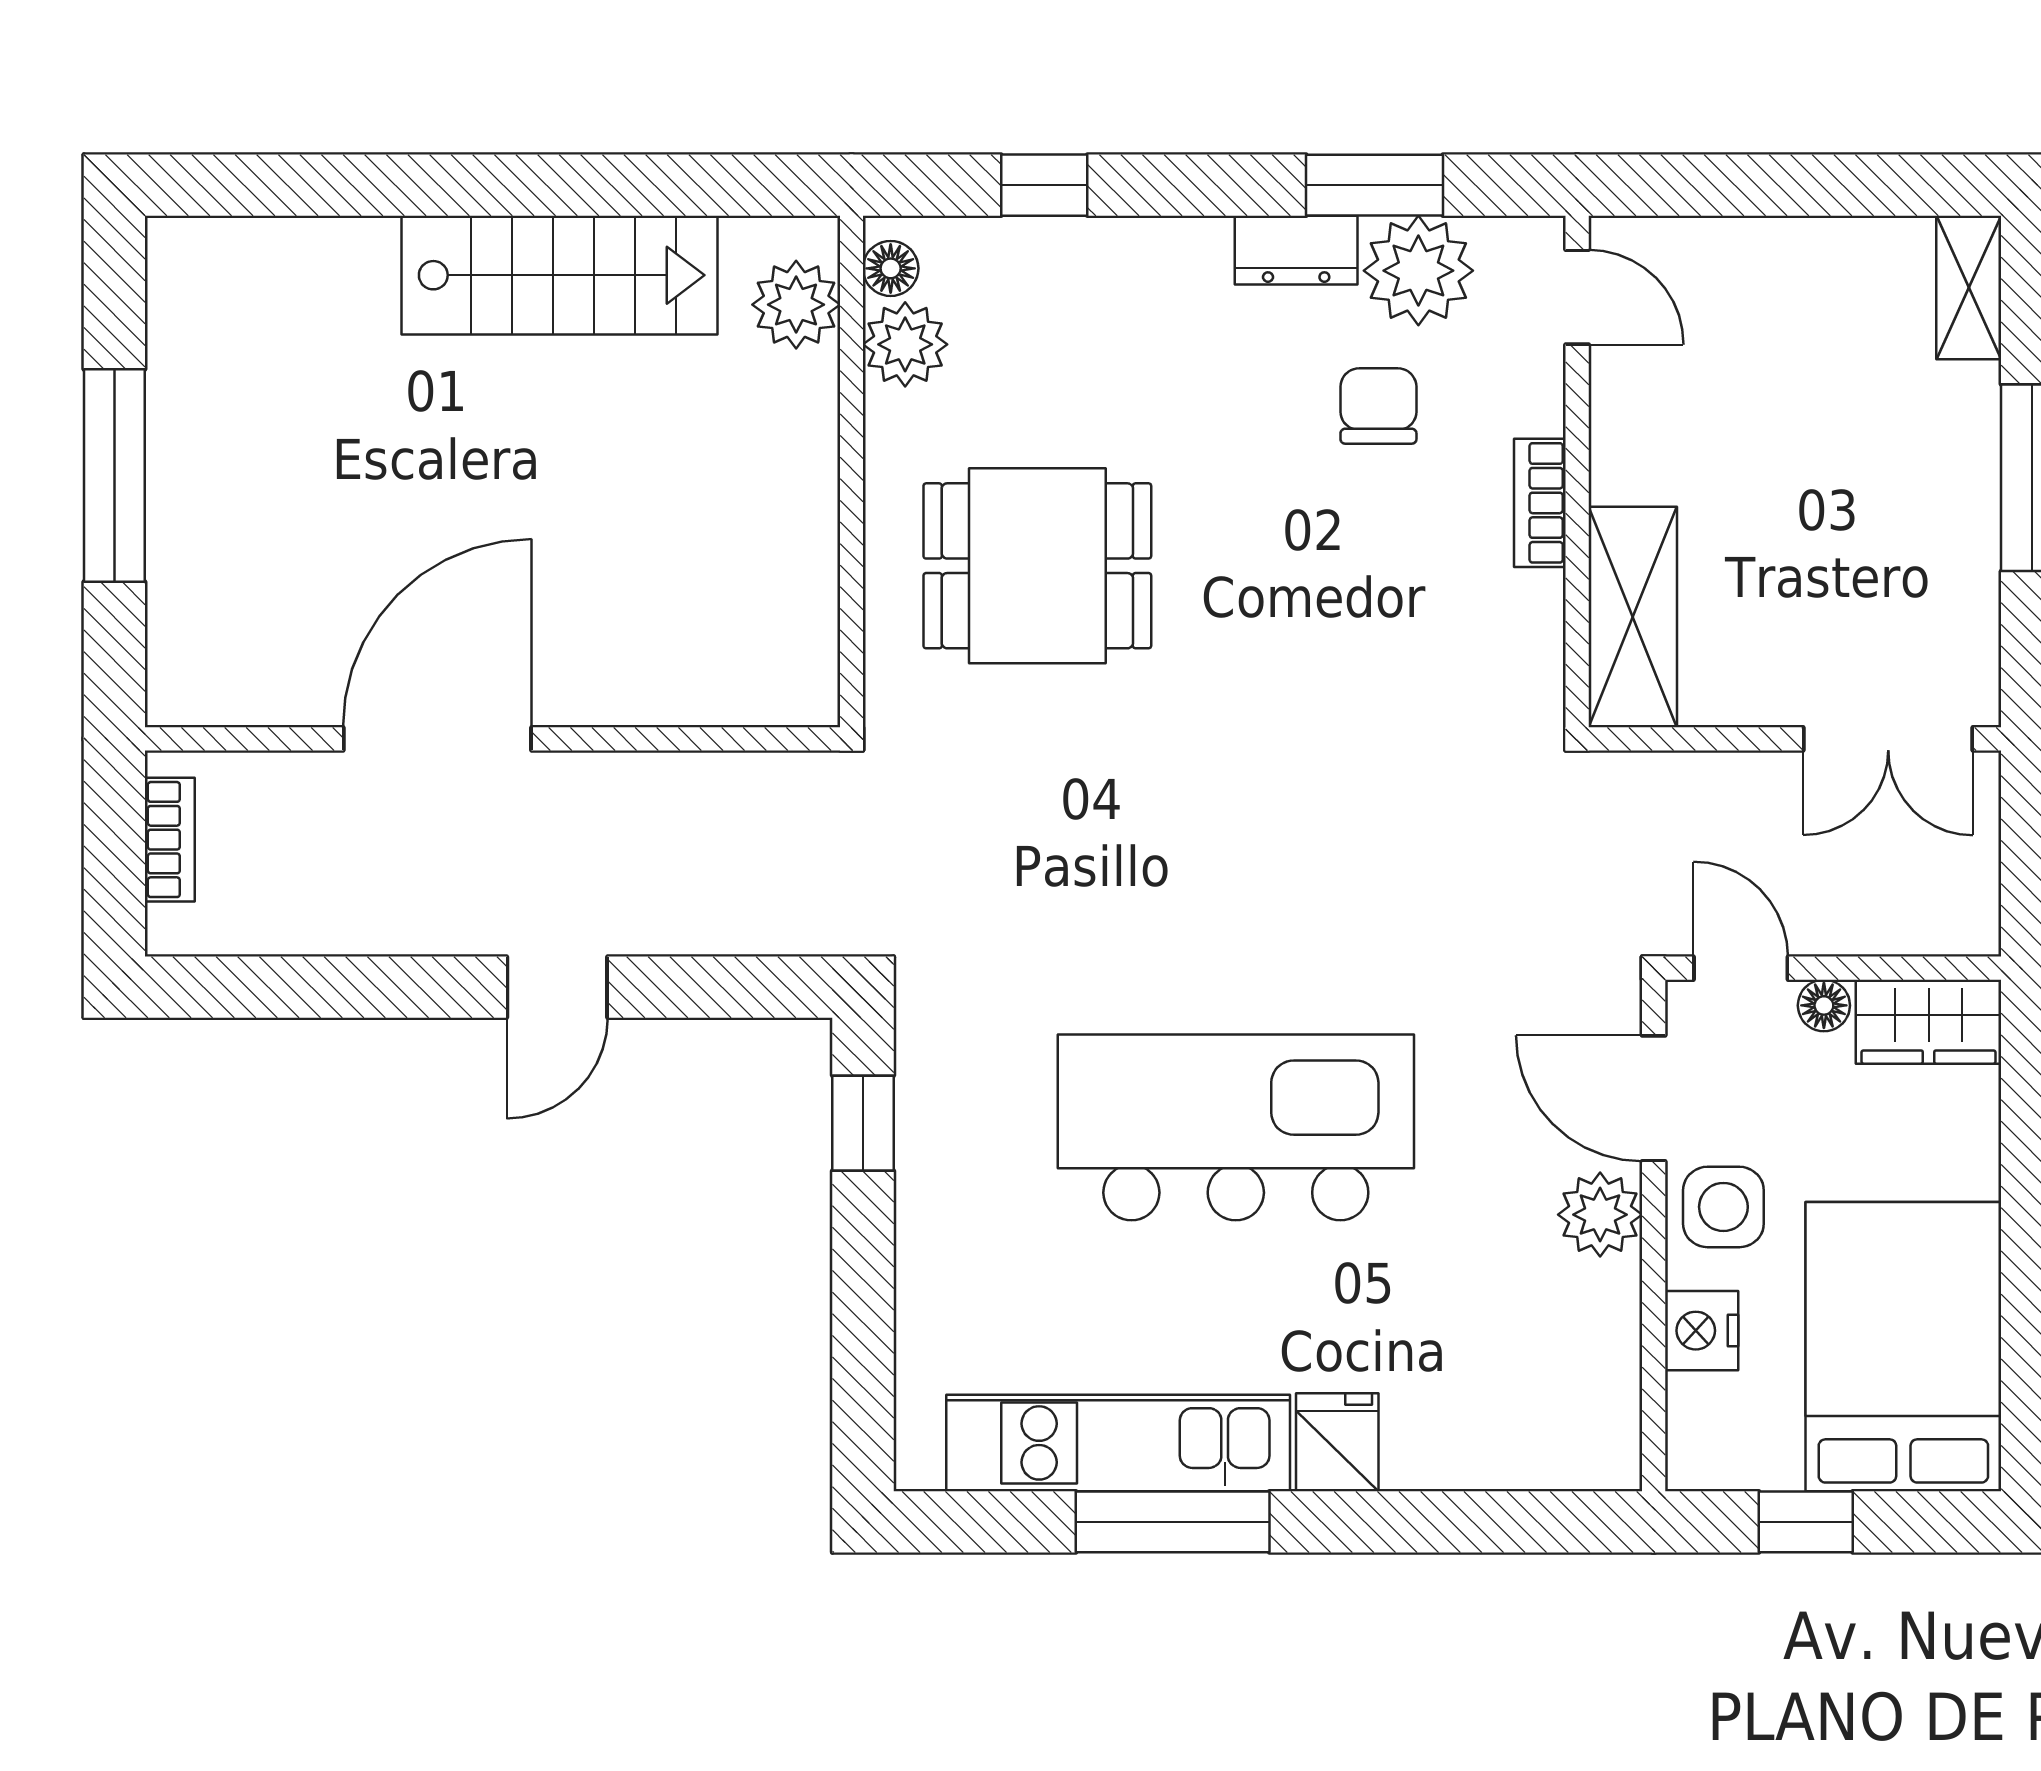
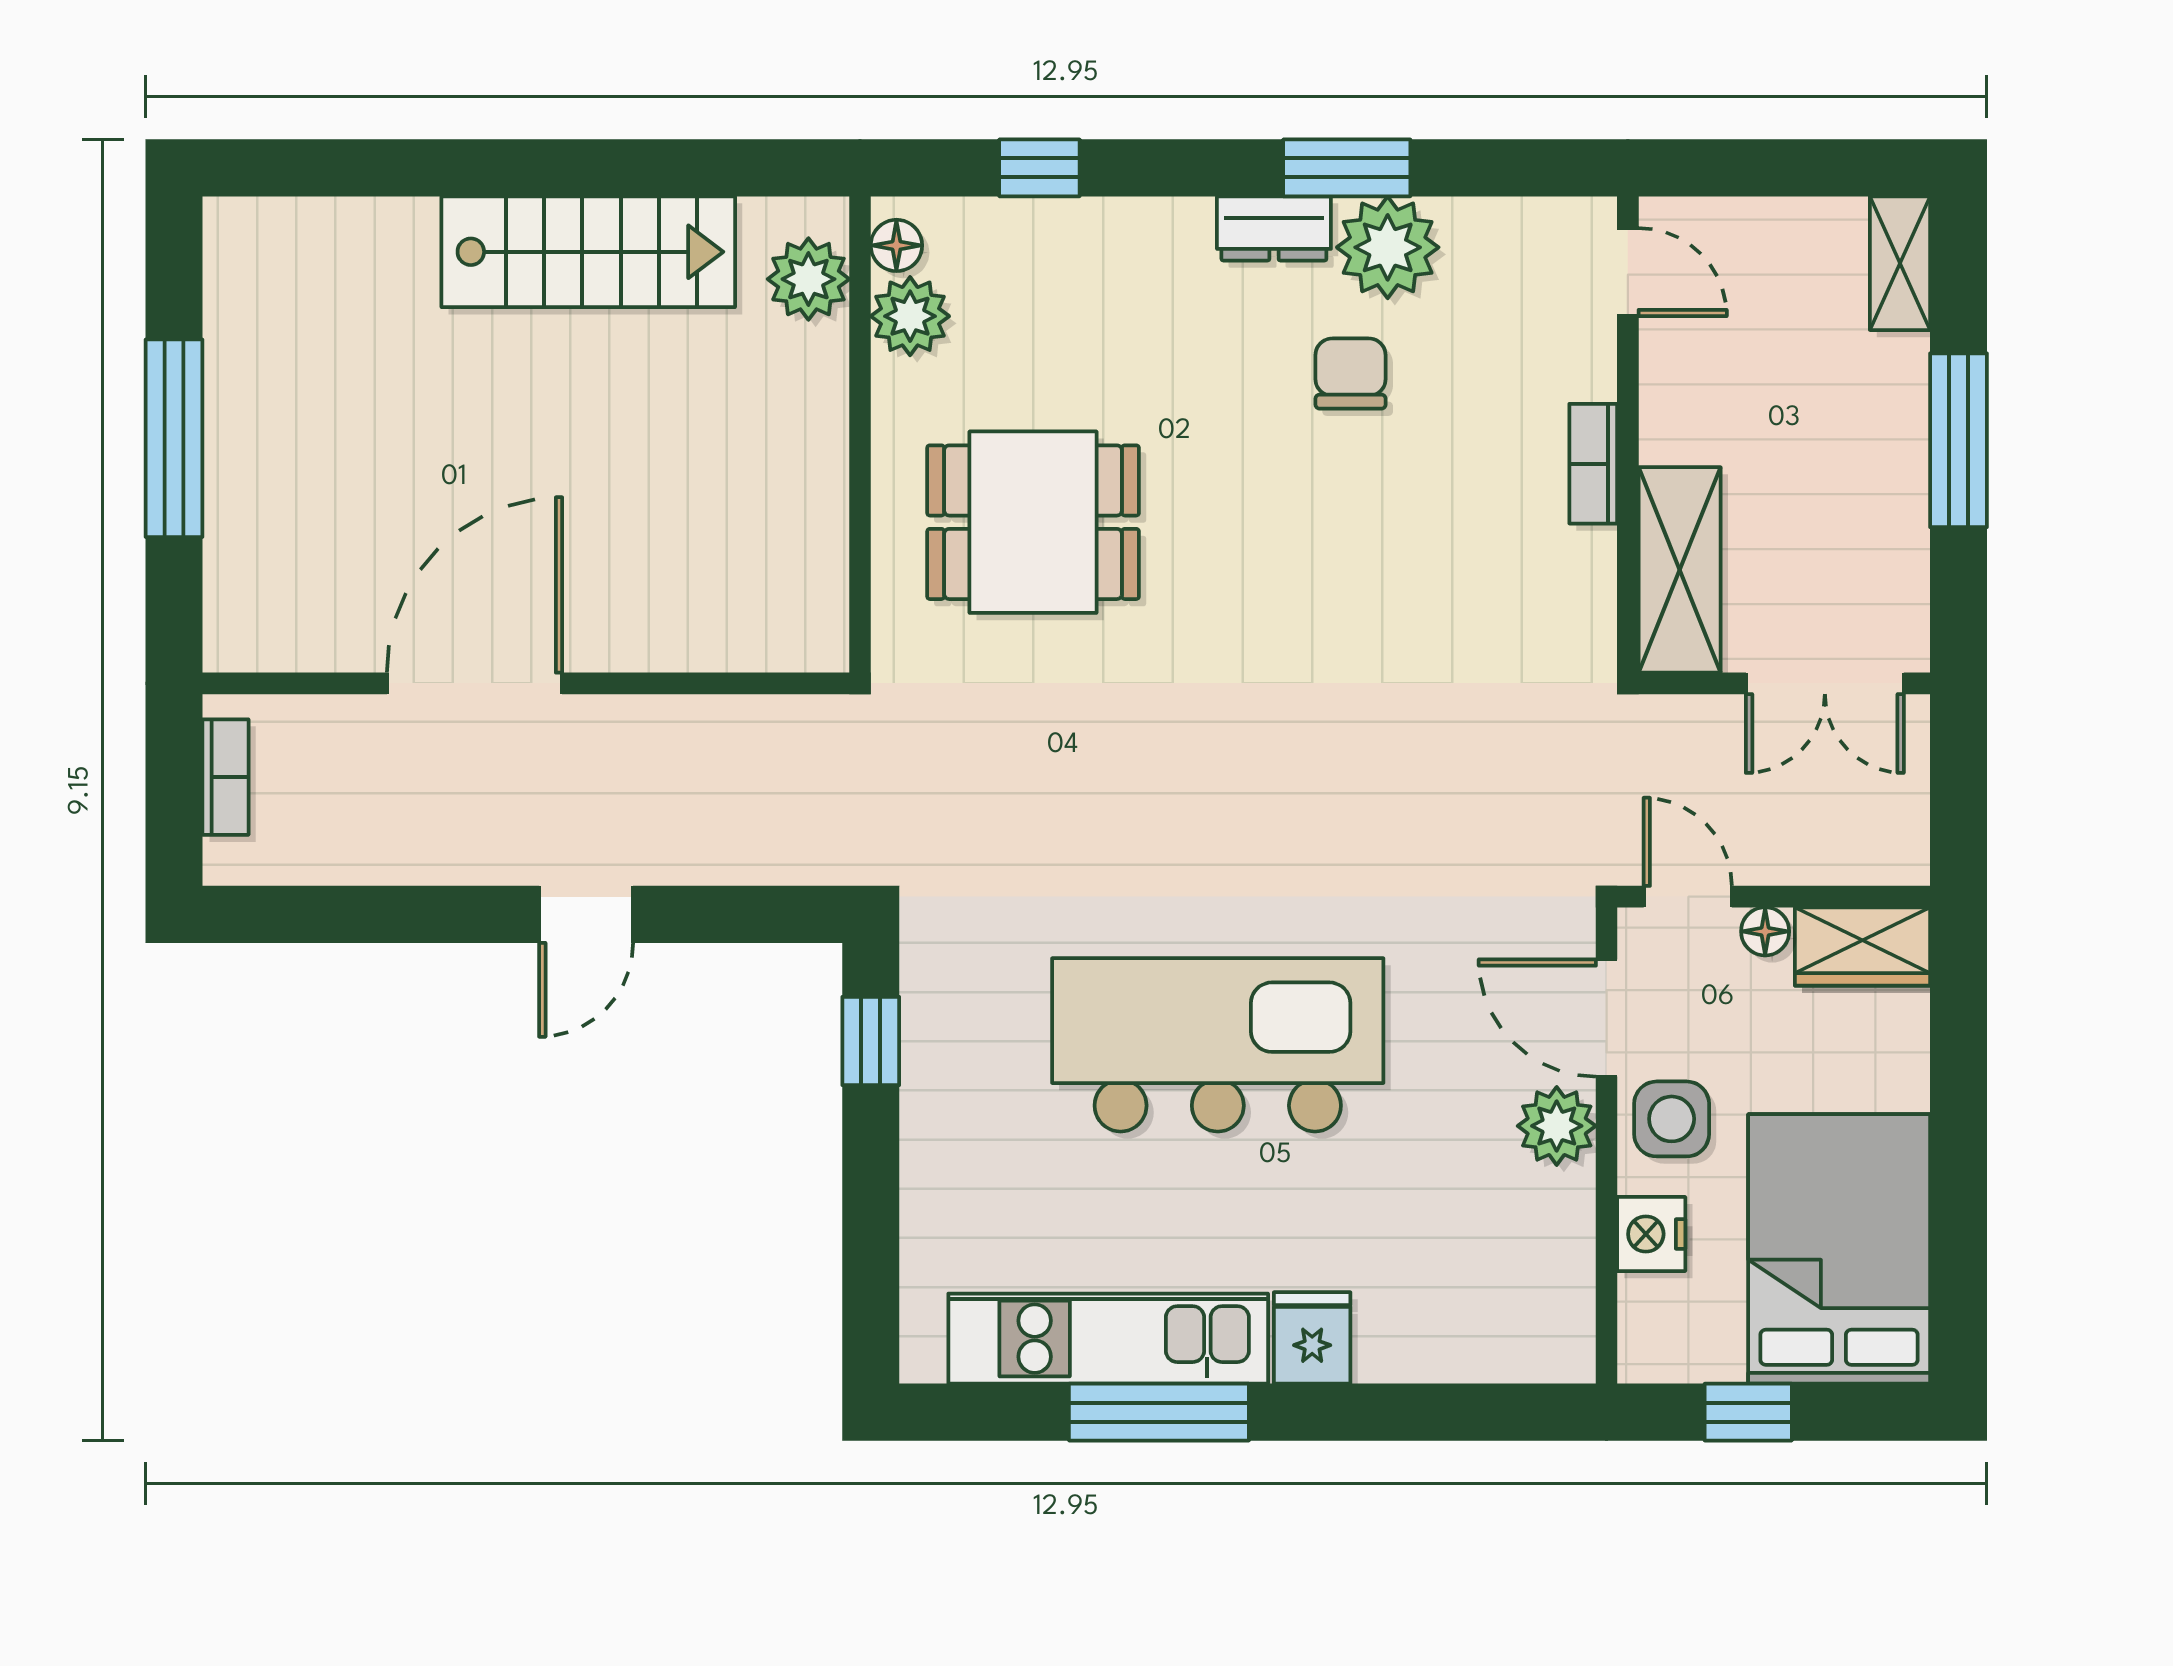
door: (1577, 297) -> (1628, 272), moved
wall: (1577, 472) -> (1628, 435), moved
bookcase: (1540, 503) -> (1593, 464), moved
shelving: (1633, 617) -> (1680, 570), moved

